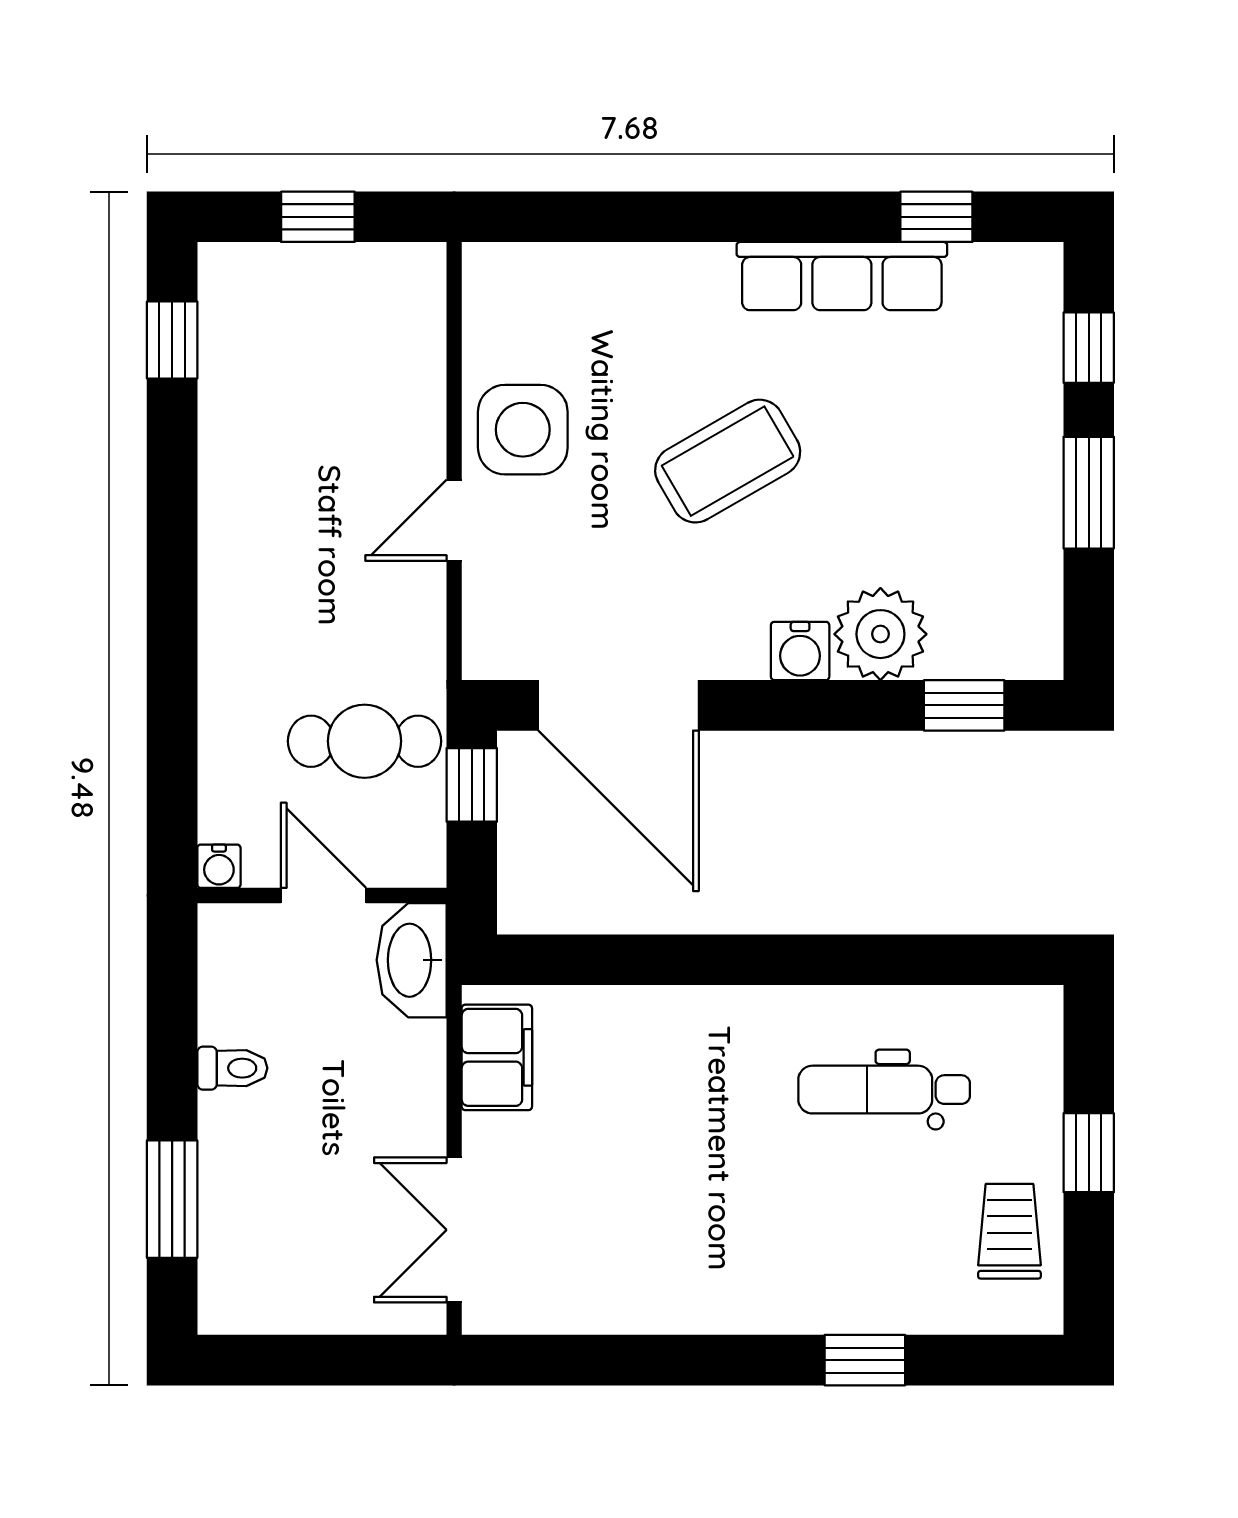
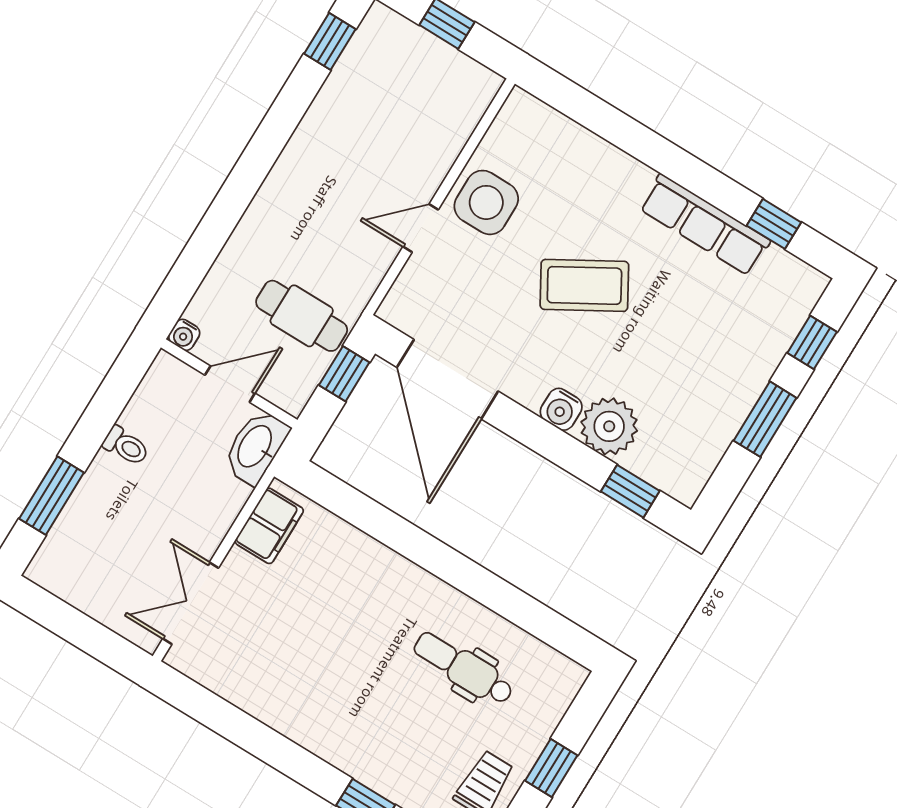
door: (323, 895) -> (230, 384), hinge flipped

